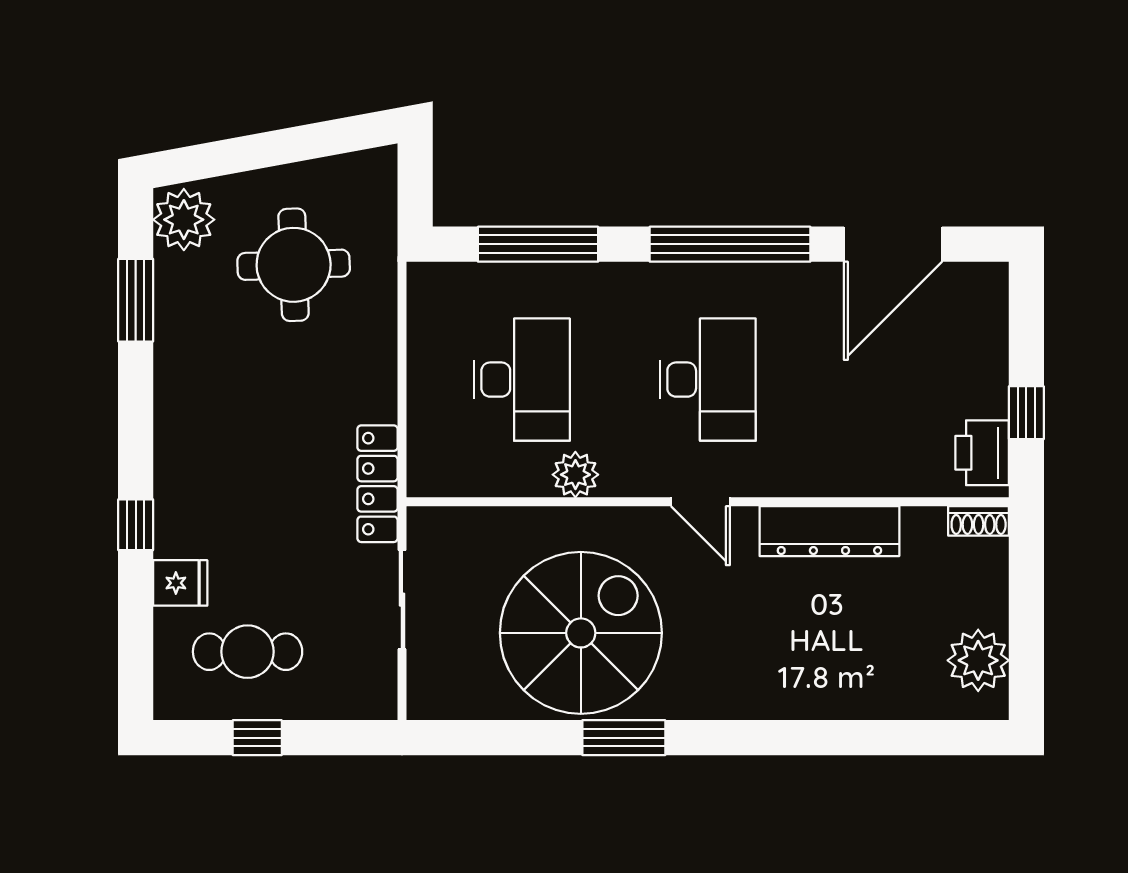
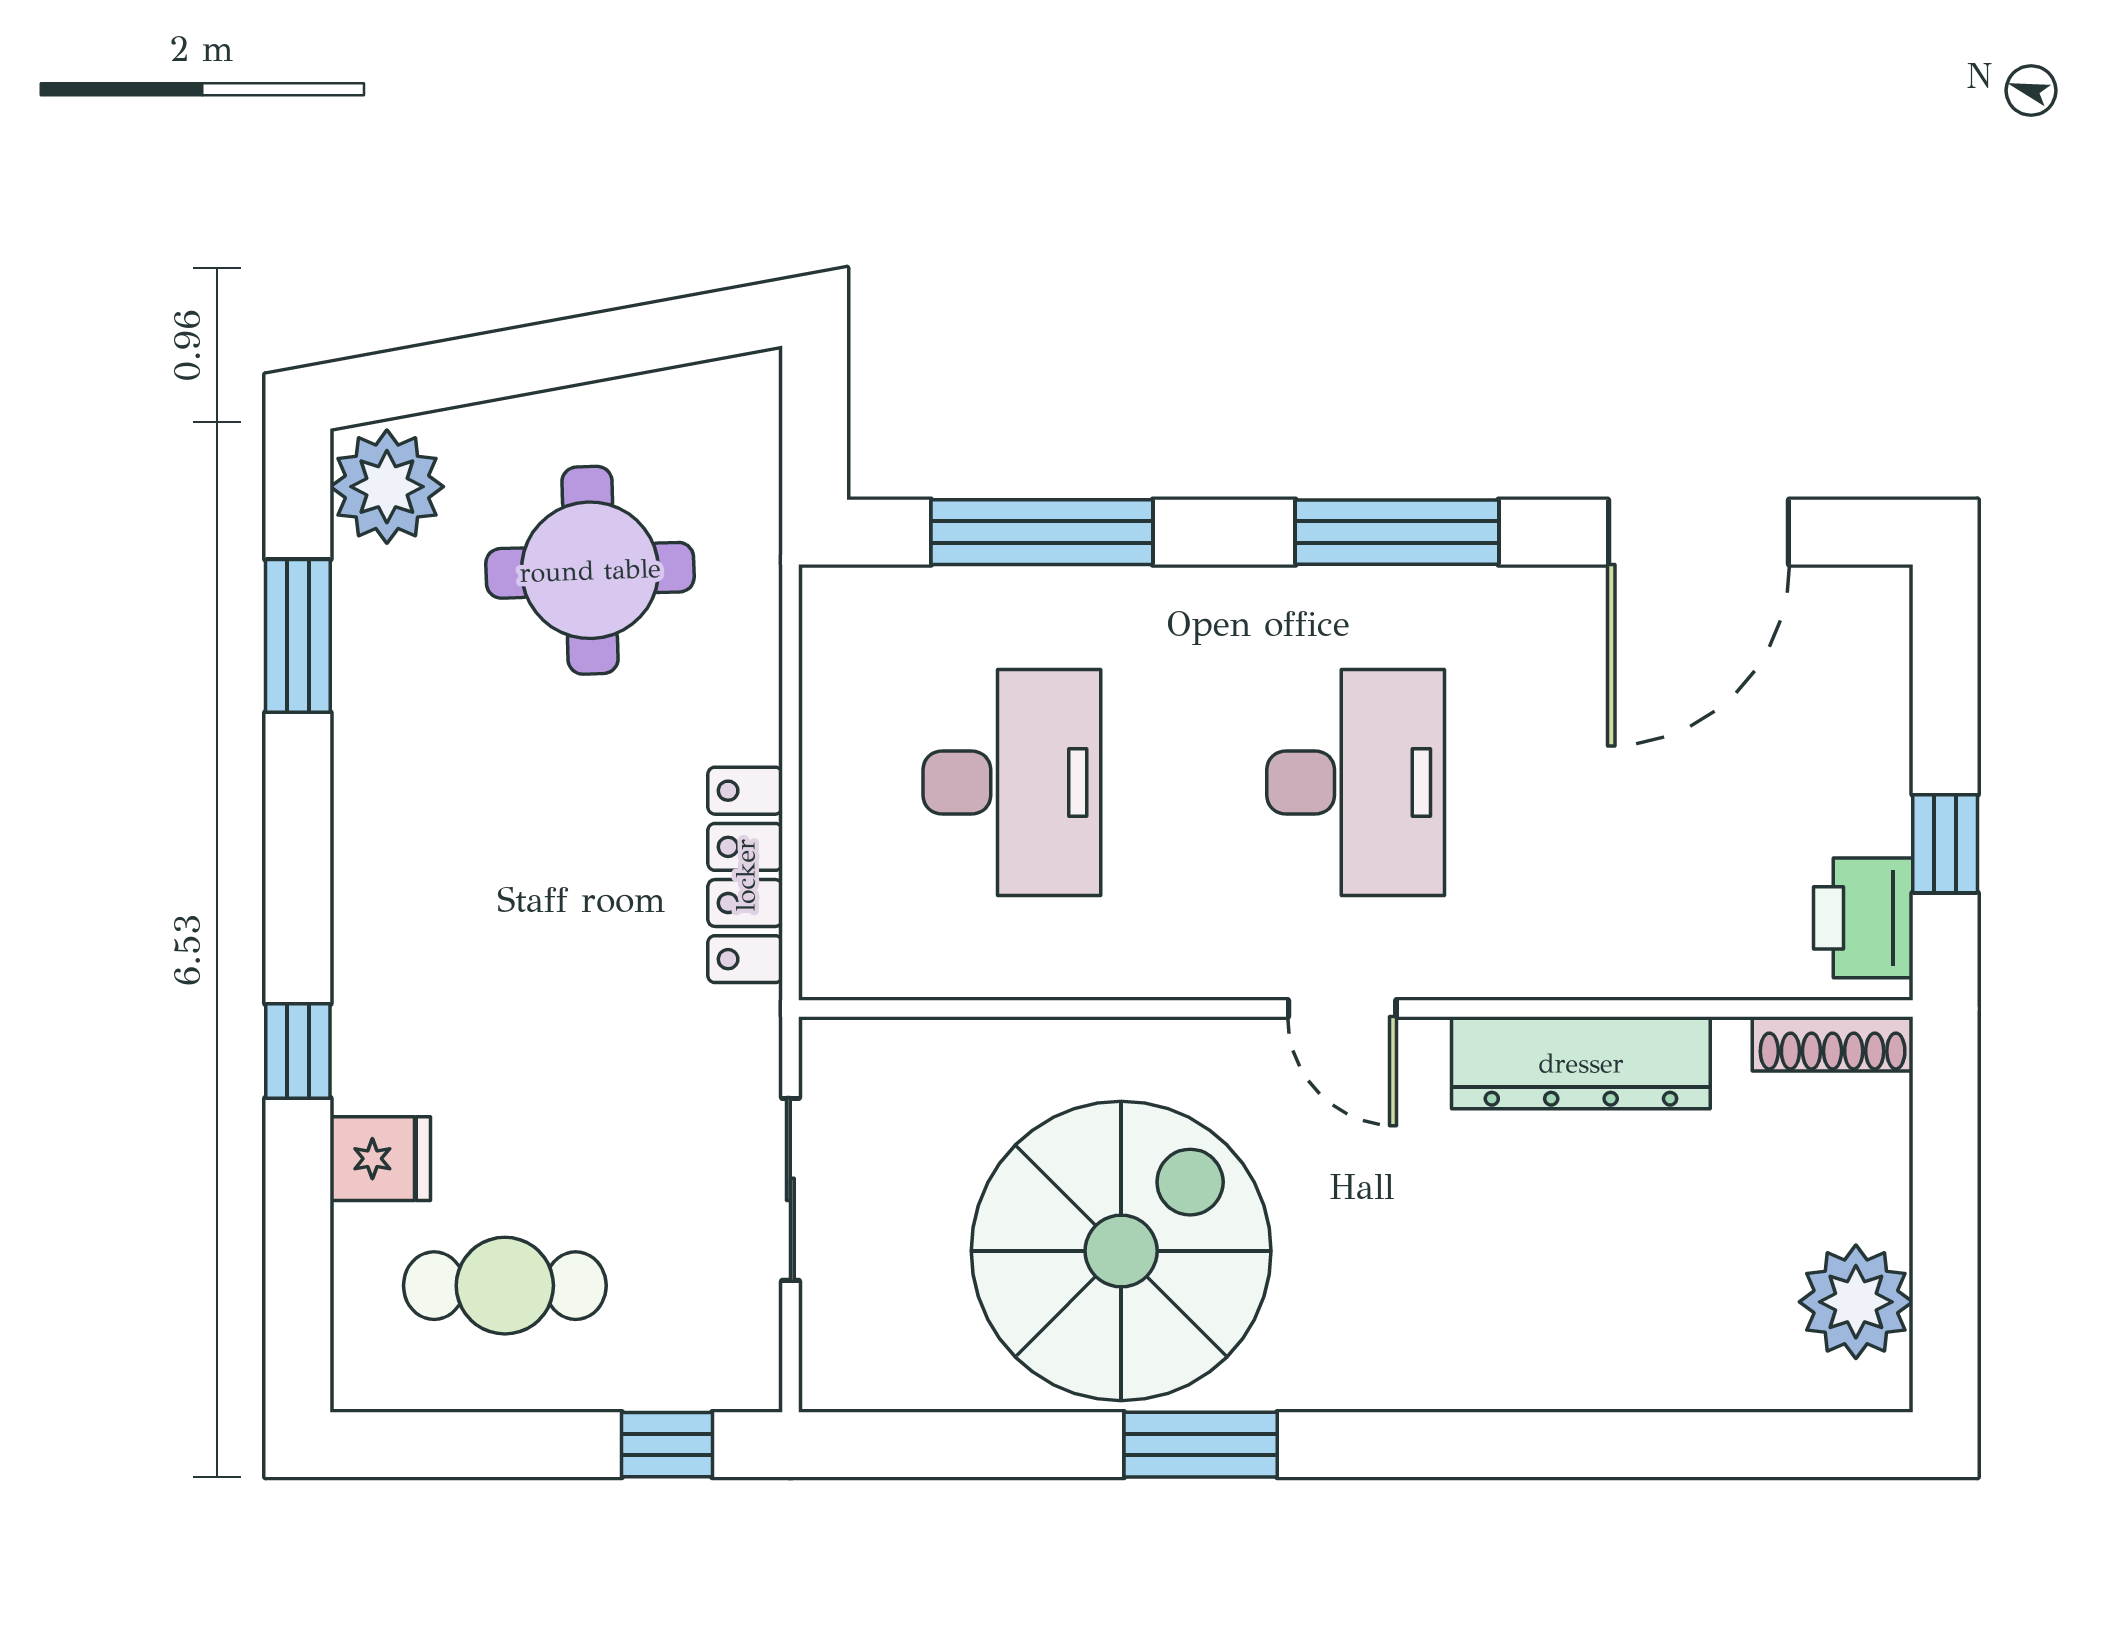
window: (730, 244) -> (1397, 532), width x0.68
plant: (575, 475) -> (1111, 958), removed
locker: (377, 484) -> (745, 875), moved
shoe rack: (979, 521) -> (1833, 1044), width x1.43
window: (257, 738) -> (667, 1445), moved

